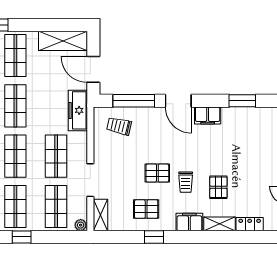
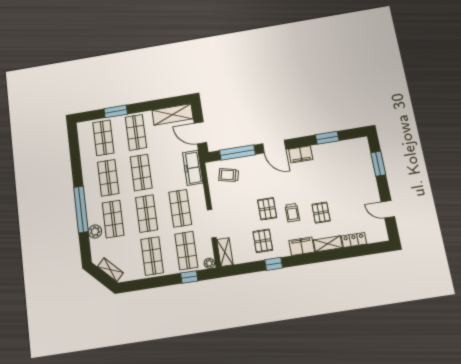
pallet: (157, 173) -> (267, 209), turned 90
pallet: (146, 209) -> (263, 241), turned 90
window: (22, 237) -> (189, 277), moved

